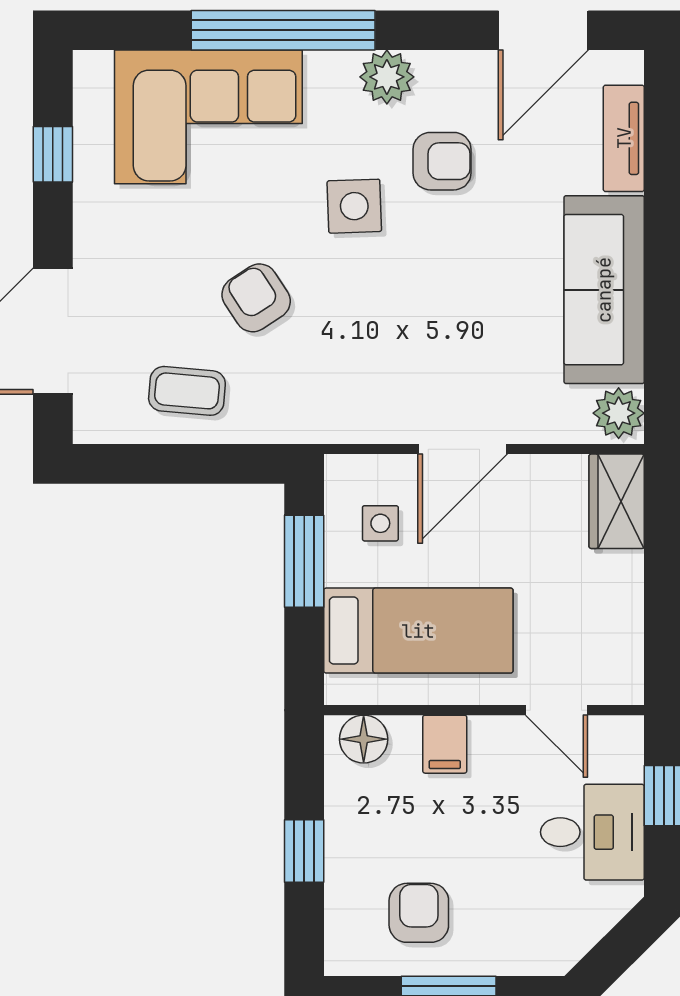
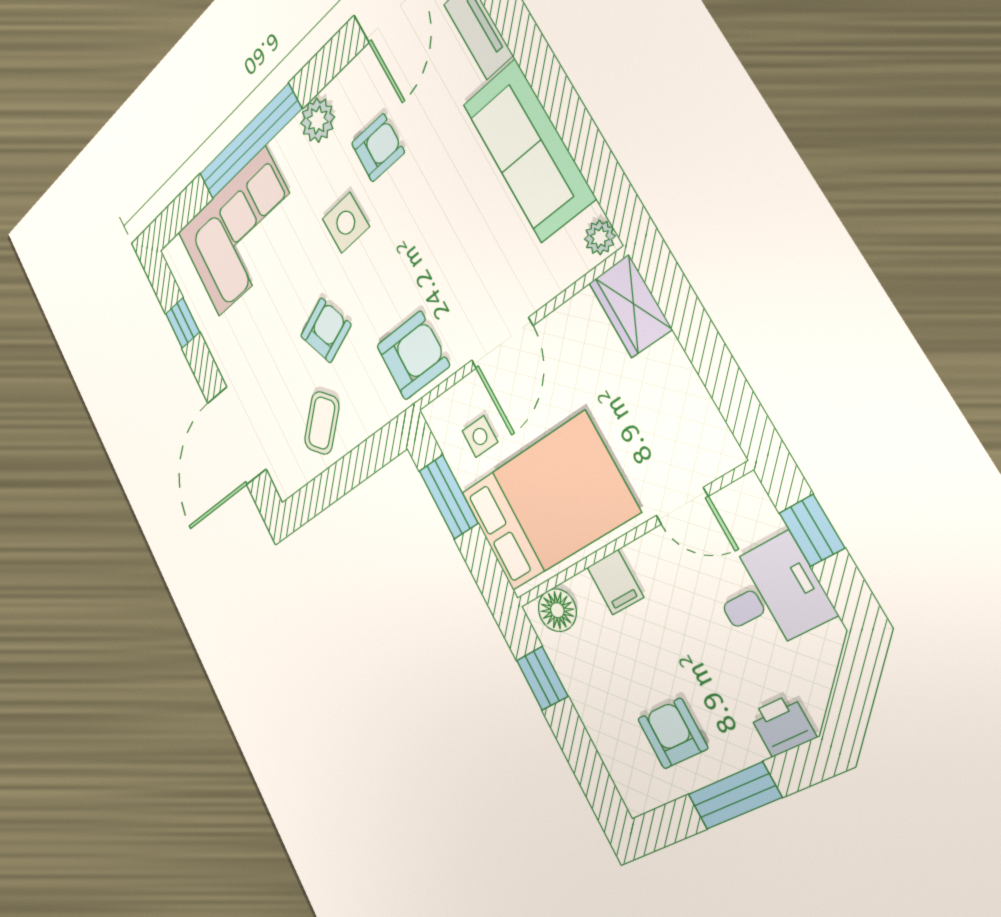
armchair: (256, 298) -> (326, 330), turned 101
coffee table: (187, 391) -> (322, 423), turned -49
armchair: (351, 395) -> (413, 356), added
plant: (619, 413) -> (600, 237), width x0.73, depth x0.73
bed: (418, 631) -> (548, 502), width x1.50
window: (304, 851) -> (542, 678), moved
printer: (535, 952) -> (782, 725), added

